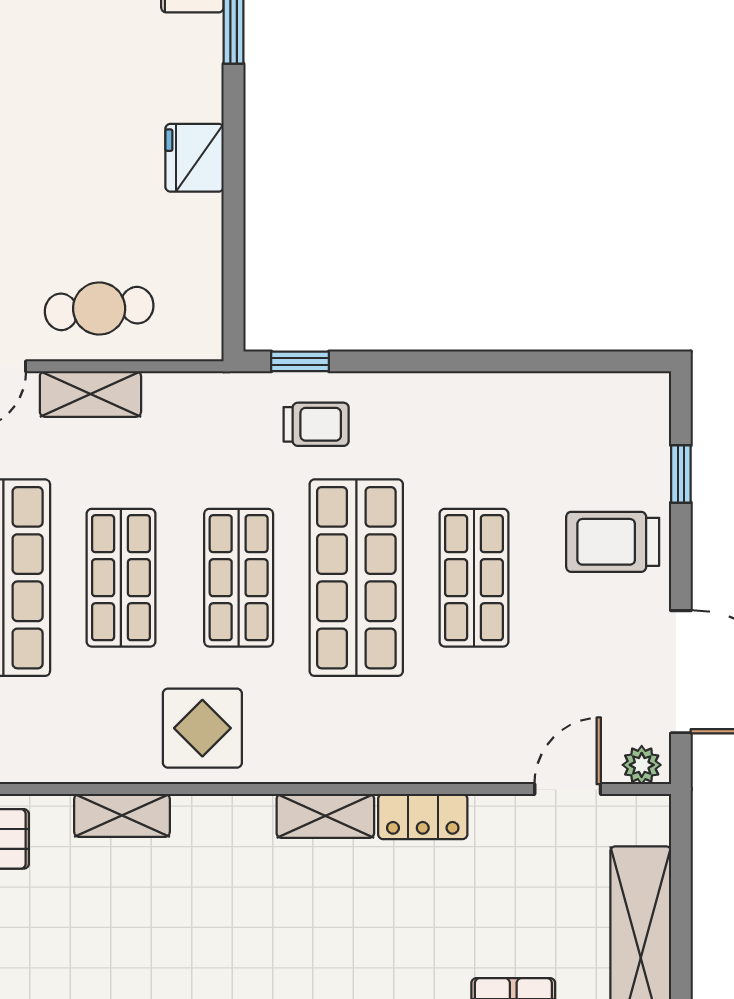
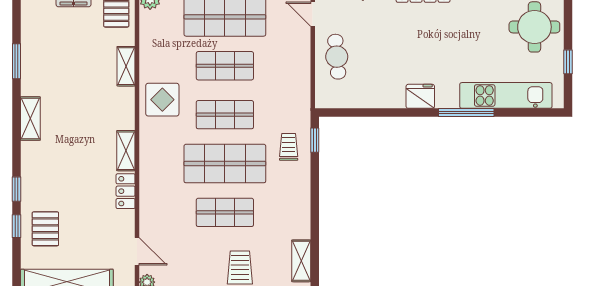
fridge: (195, 158) -> (420, 96), moved
shelving: (90, 394) -> (301, 261), moved
trolley: (316, 424) -> (289, 147), turned 180

